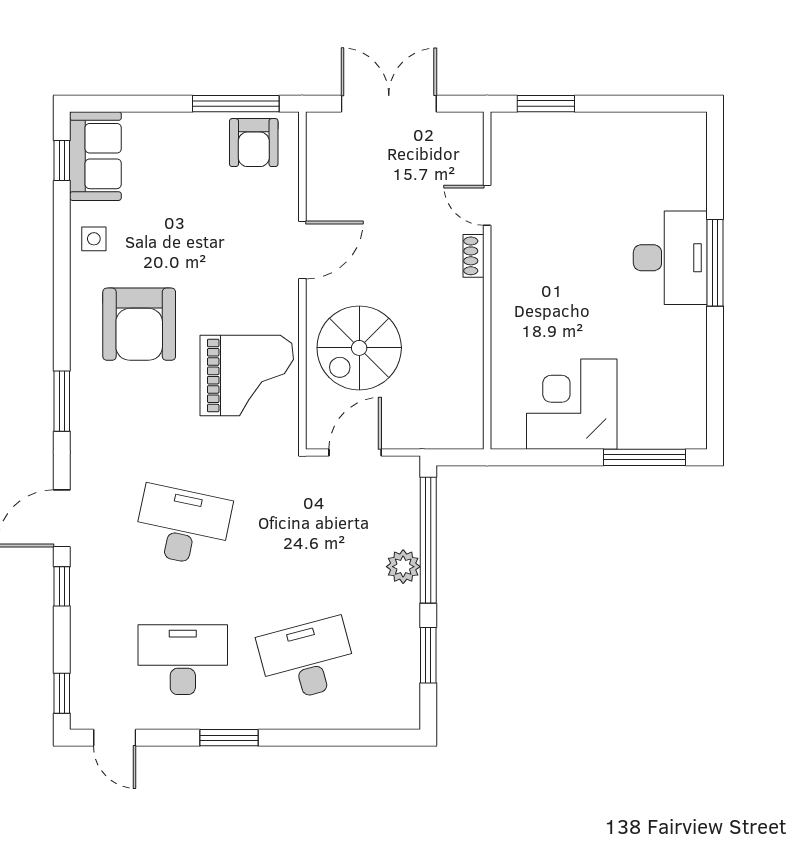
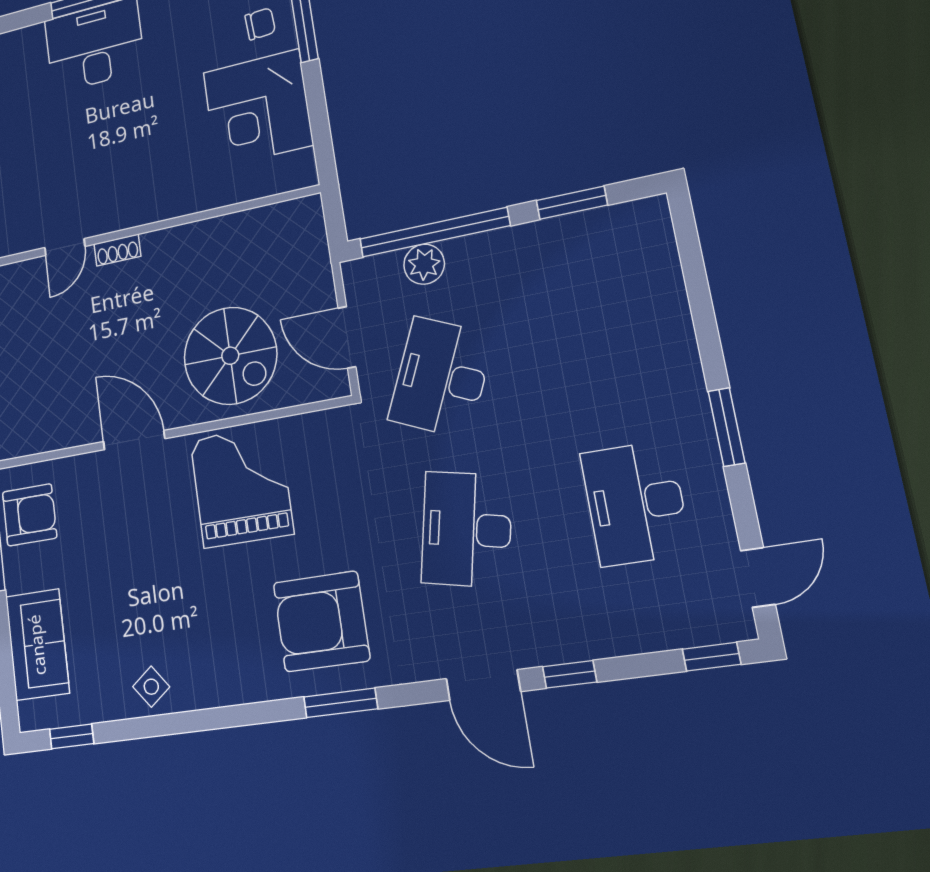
sofa: (95, 156) -> (37, 645), moved, turned 90
side table: (94, 239) -> (151, 687), turned -38
armchair: (139, 324) -> (321, 621), moved, turned 180
grand piano: (247, 376) -> (241, 486), moved
chair: (649, 418) -> (260, 24), added
plant: (403, 567) -> (424, 264), moved
desk: (307, 660) -> (441, 377), moved, turned 39

